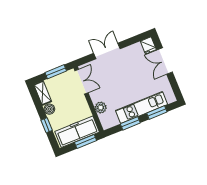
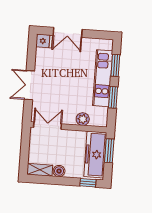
window: (56, 72) -> (25, 146), removed
window: (47, 125) -> (88, 183), moved

